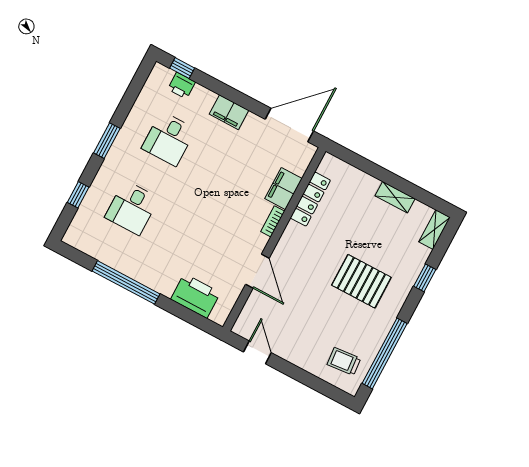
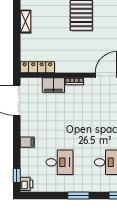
printer: (182, 85) -> (27, 184), moved
filing cabinet: (229, 112) -> (27, 142), width x0.50
locker: (310, 199) -> (37, 67), moved

